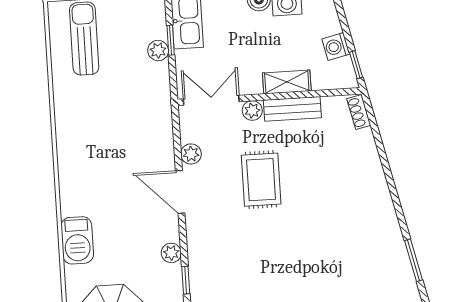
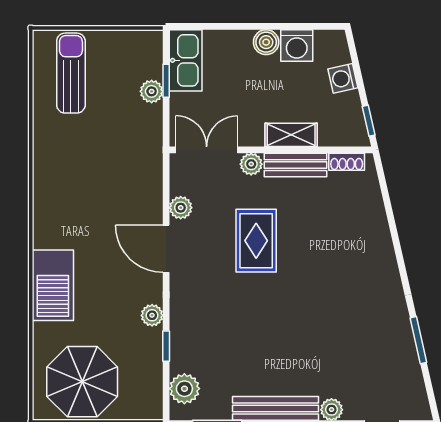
washing machine: (336, 47) -> (343, 78), moved
shoe rack: (359, 112) -> (347, 162), moved, turned -77
barbecue: (77, 240) -> (53, 285), width x1.37, depth x1.21

